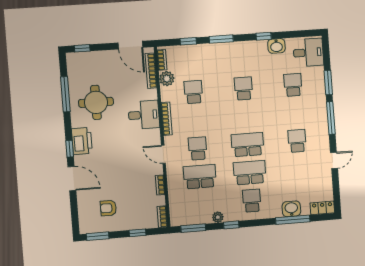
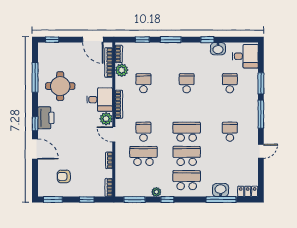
plant: (153, 137) -> (106, 119), added
school desk: (252, 201) -> (187, 180), width x1.85

